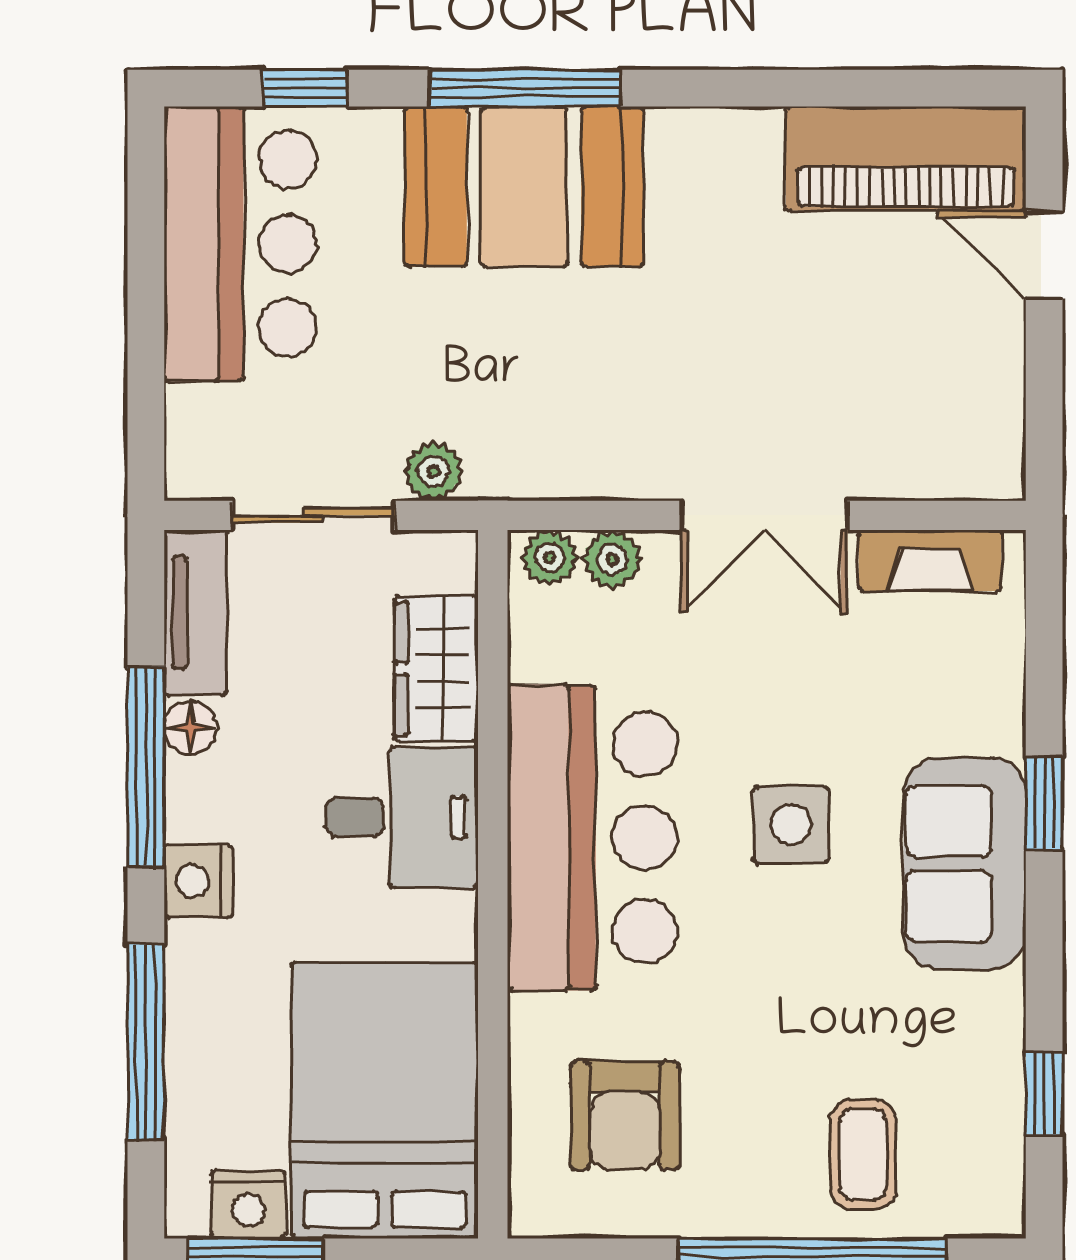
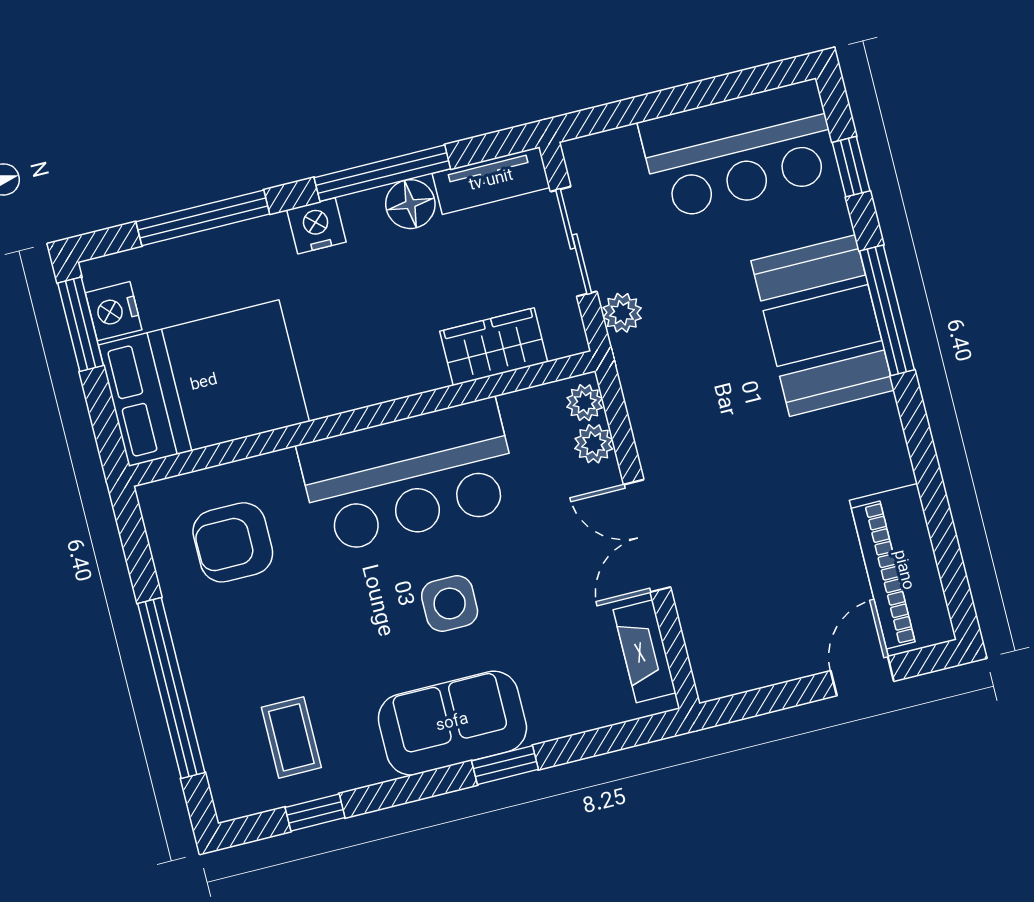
floor lamp: (191, 728) -> (410, 204), width x1.37, depth x1.37
desk: (402, 817) -> (391, 349), removed
coffee table: (863, 1154) -> (291, 737), moved, turned 90

